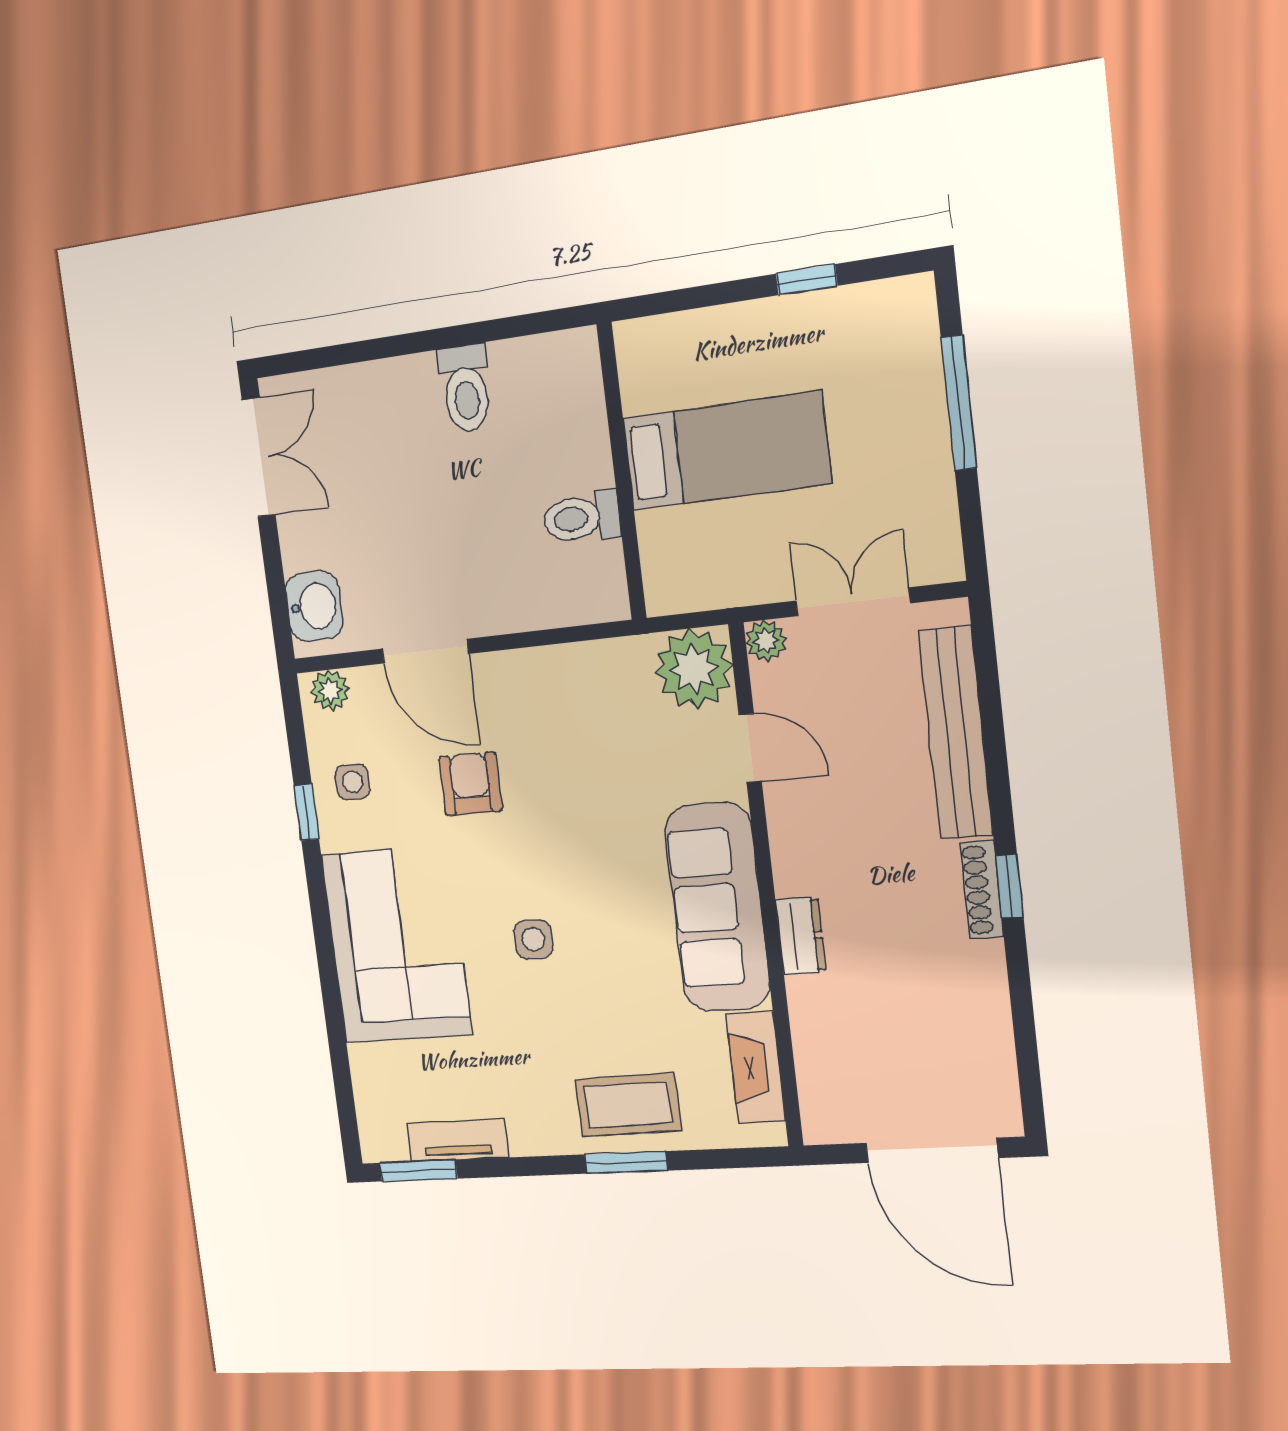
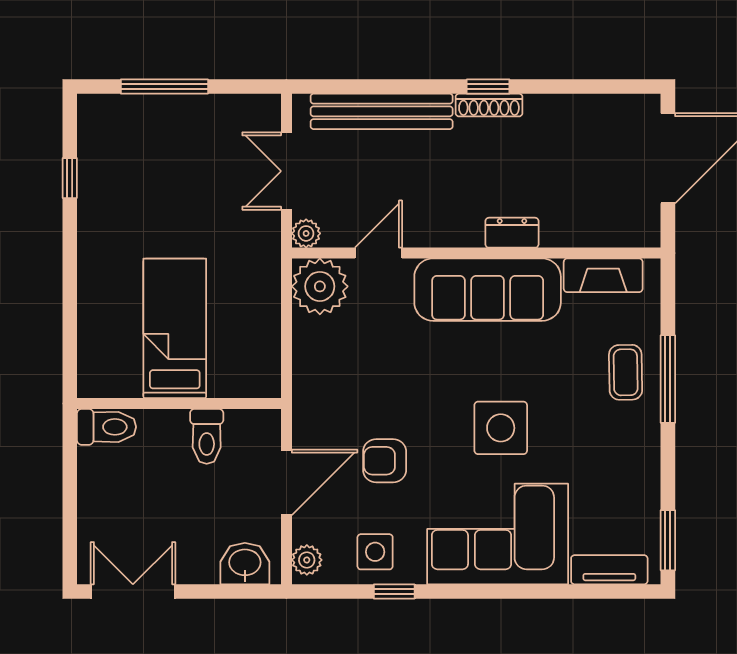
bed: (726, 451) -> (175, 328), moved
wall: (622, 472) -> (179, 403), moved
toilet: (581, 518) -> (207, 436), moved
side table: (353, 782) -> (375, 552), width x1.37, depth x1.37
side table: (533, 939) -> (501, 428), width x1.87, depth x1.87
coffee table: (628, 1105) -> (626, 372), width x0.73, depth x0.77
tv unit: (458, 1140) -> (609, 570), moved, turned 90
window: (626, 1162) -> (668, 379), width x1.44

